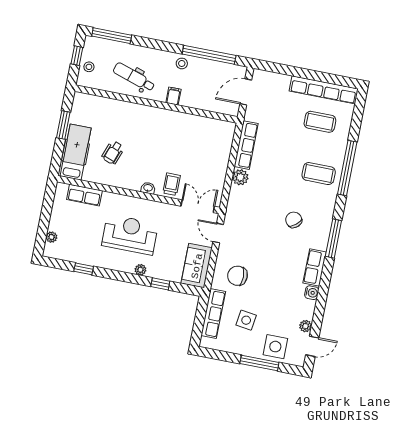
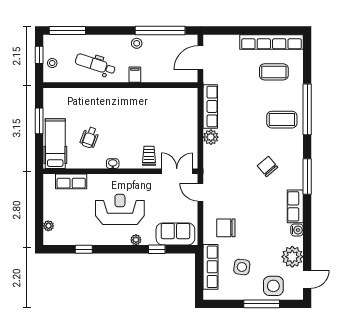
washbasin: (148, 188) -> (113, 164), moved
sofa: (197, 266) -> (175, 234), moved, turned 90
plant: (305, 326) -> (292, 257), width x1.87, depth x1.87

